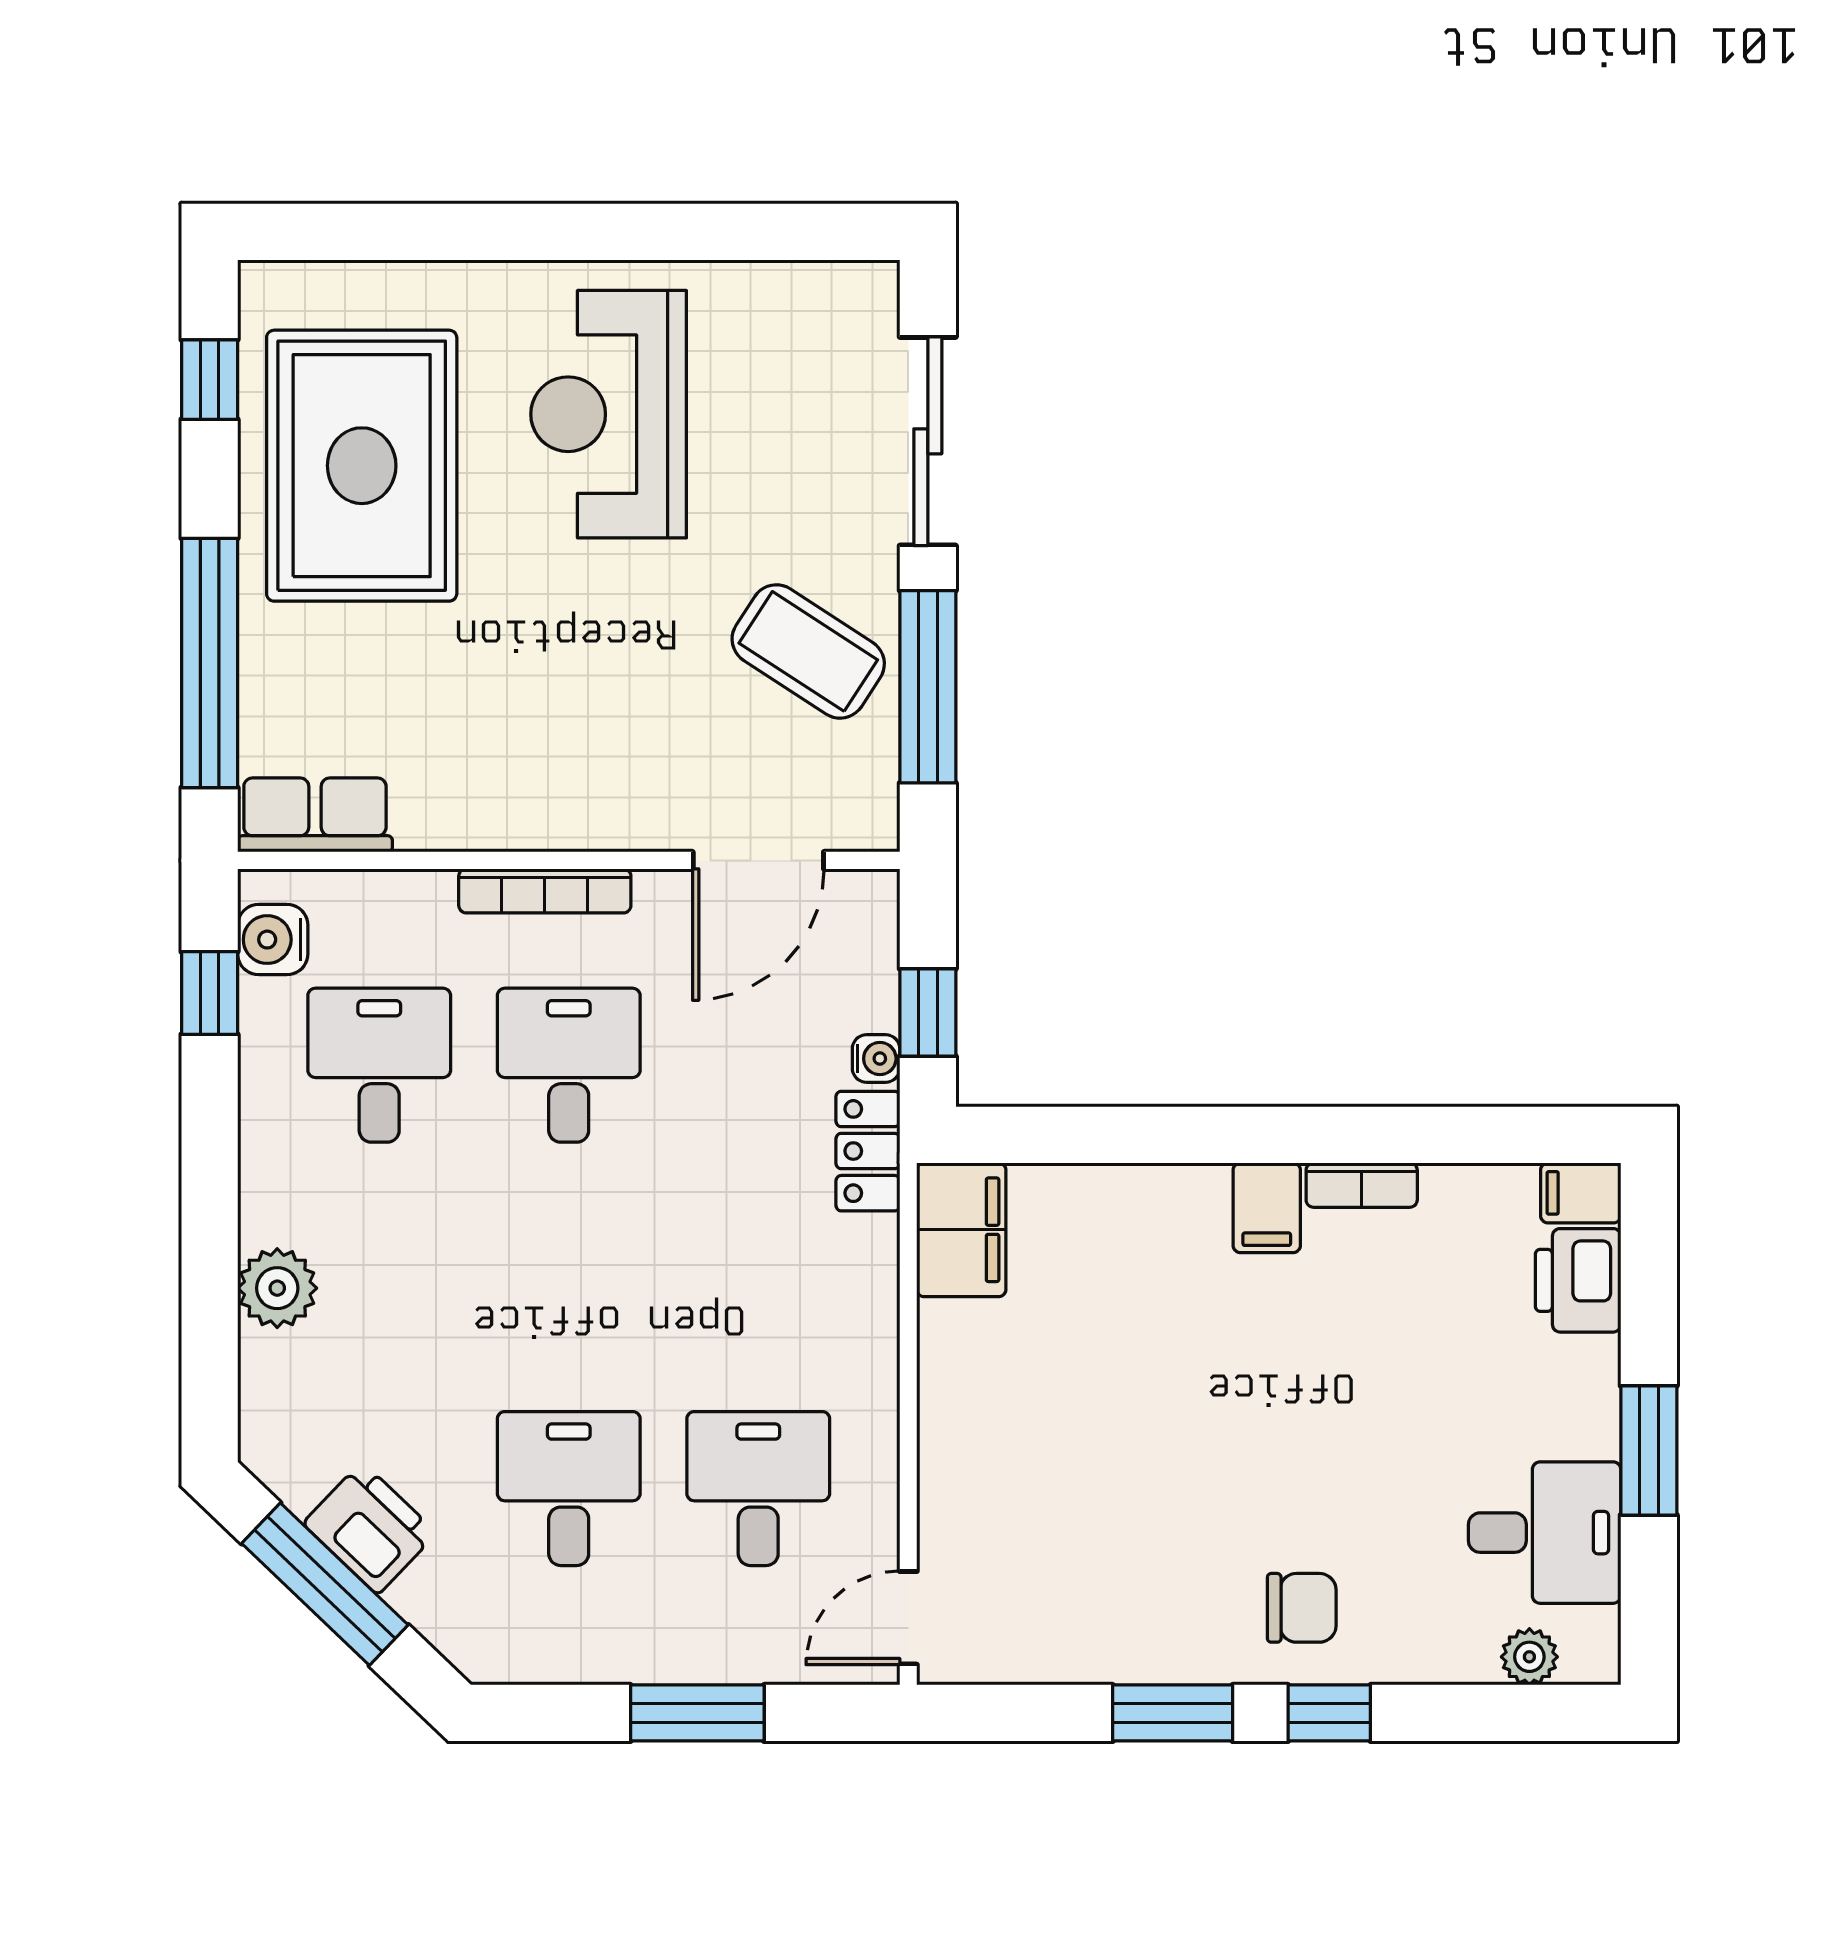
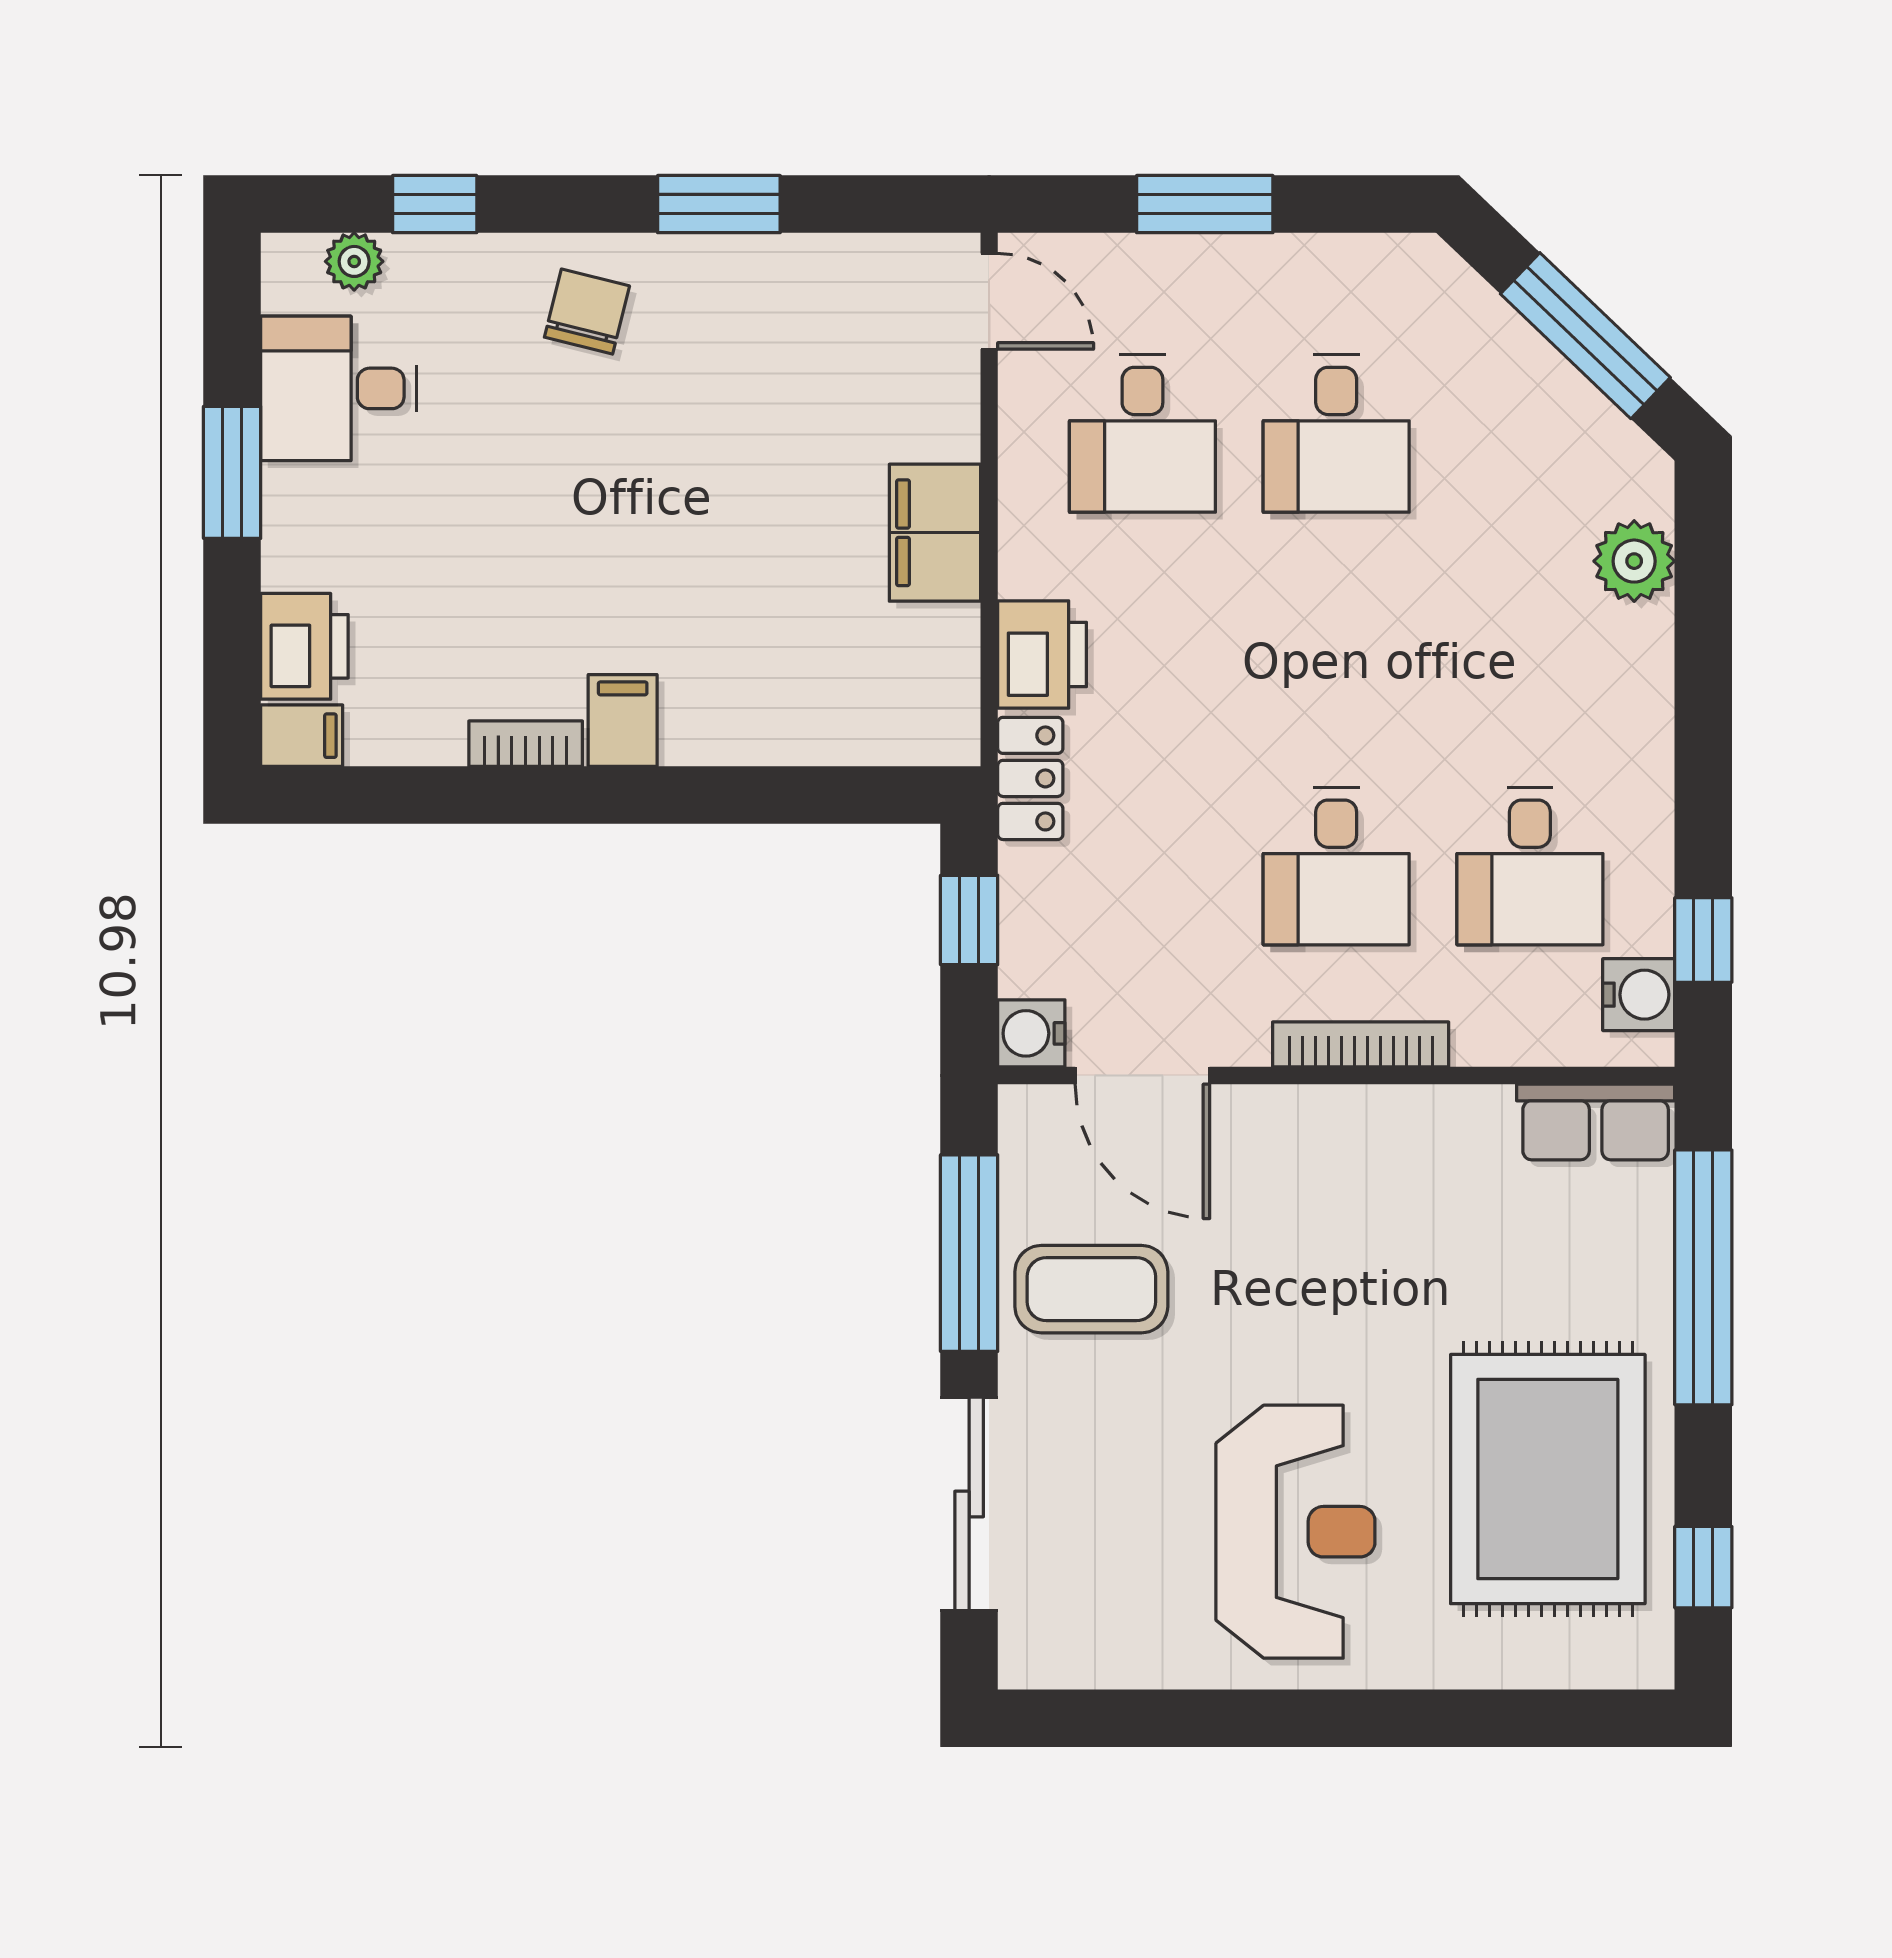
coffee table: (808, 651) -> (1091, 1289), turned -33
door: (758, 860) -> (1142, 1076), swing flipped
water cooler: (876, 1059) -> (1031, 1033), moved, width x1.38, depth x1.38
filing cabinet: (961, 1230) -> (935, 533), moved
plant: (277, 1288) -> (1634, 561), moved
printer: (370, 1528) -> (1042, 654), moved, turned -134
chair: (1302, 1608) -> (587, 312), turned 104
door: (908, 1618) -> (989, 301), hinge flipped
window: (1329, 1713) -> (435, 204), moved

